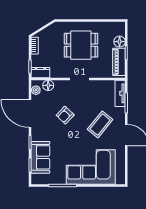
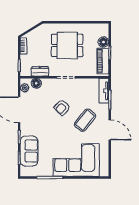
dresser: (40, 73) -> (40, 71), moved
armchair: (65, 115) -> (62, 107), moved

